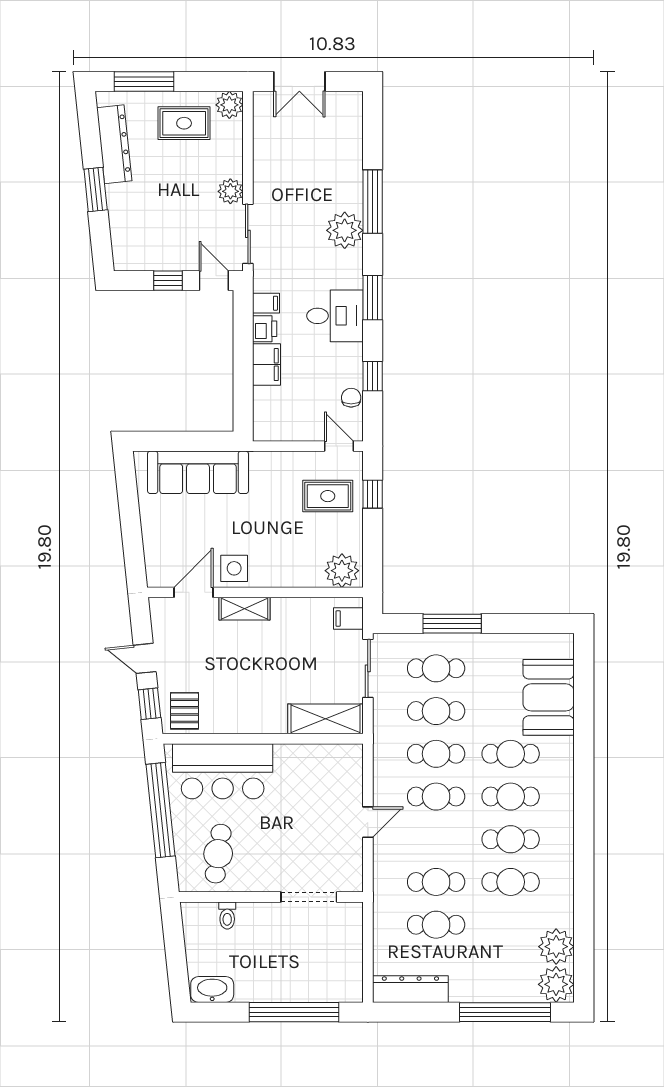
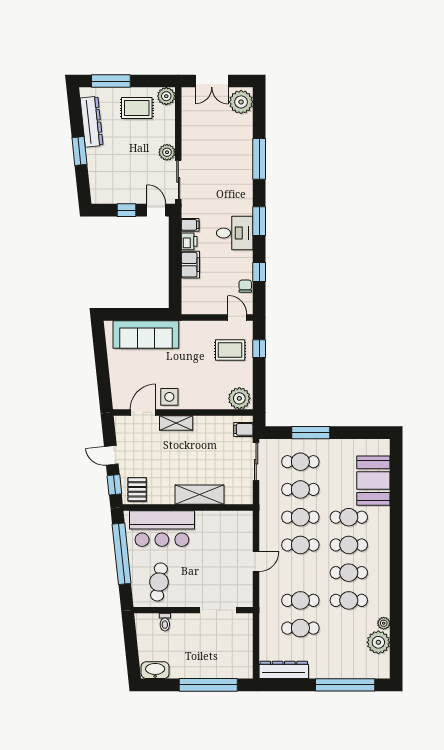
plant: (345, 230) -> (241, 102), moved
shelving: (325, 719) -> (200, 495), moved
plant: (556, 984) -> (384, 623), moved, width x0.53, depth x0.53

